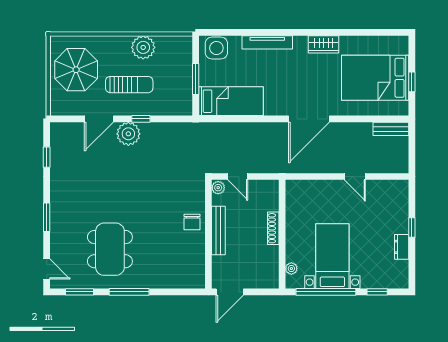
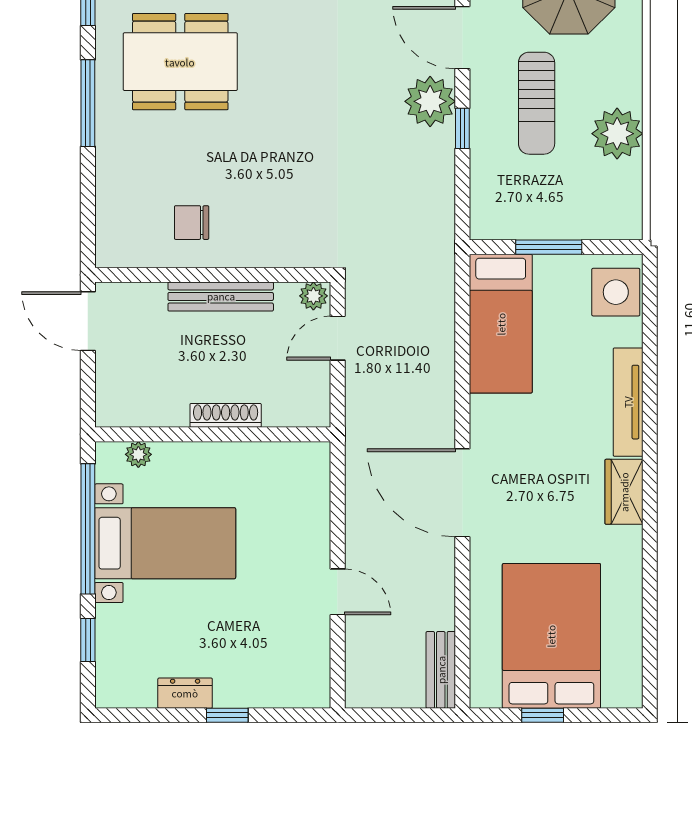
wardrobe: (324, 44) -> (624, 492), moved
door: (355, 177) -> (338, 592), swing flipped
chair: (192, 222) -> (192, 223), moved

